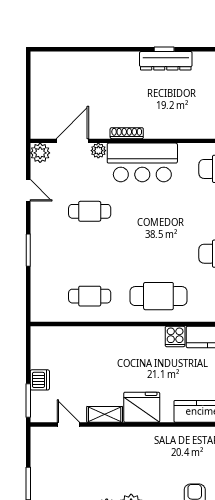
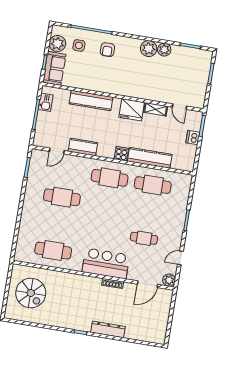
dresser: (166, 61) -> (108, 329), moved
plant: (98, 151) -> (132, 276), removed
door: (28, 190) -> (180, 258), hinge flipped
cafe table: (90, 296) -> (153, 185), width x1.37, depth x1.35
cooker: (175, 336) -> (121, 154), moved
kitchen counter: (101, 337) -> (150, 158), added

